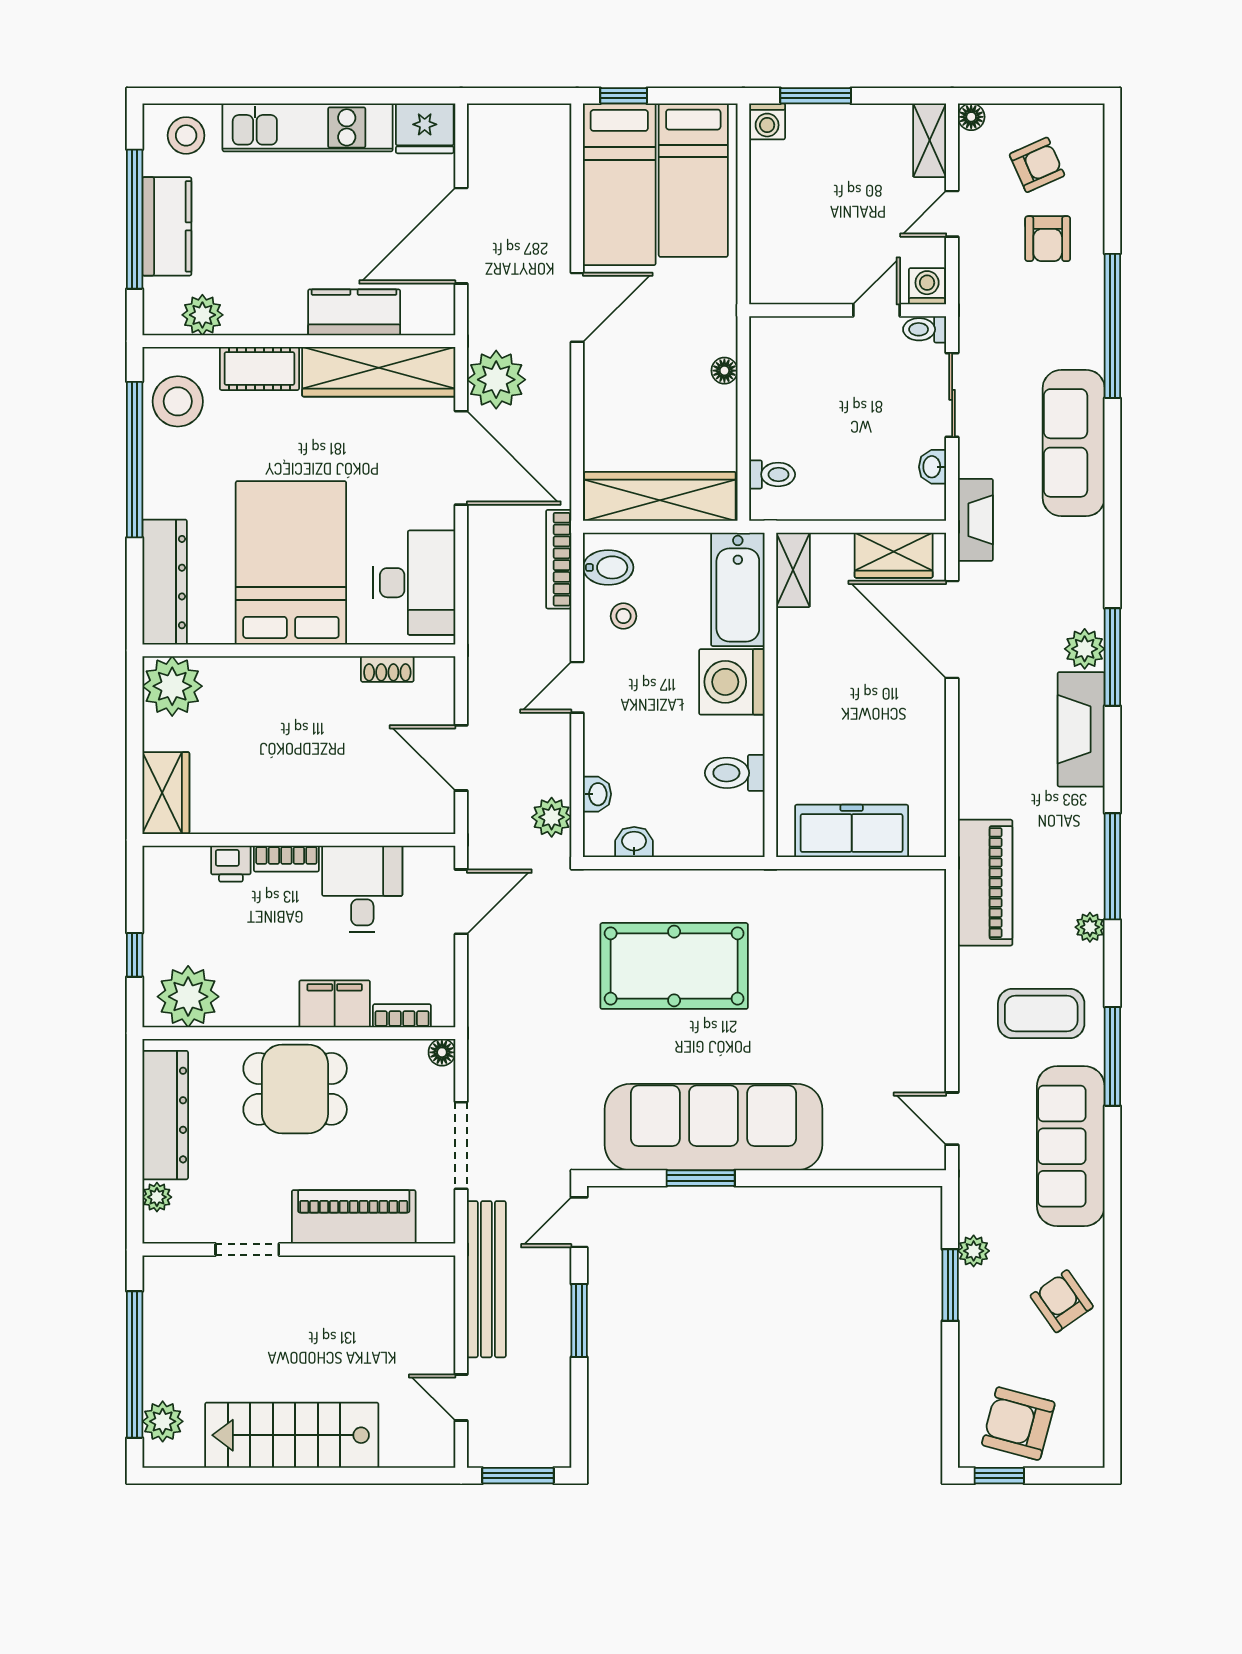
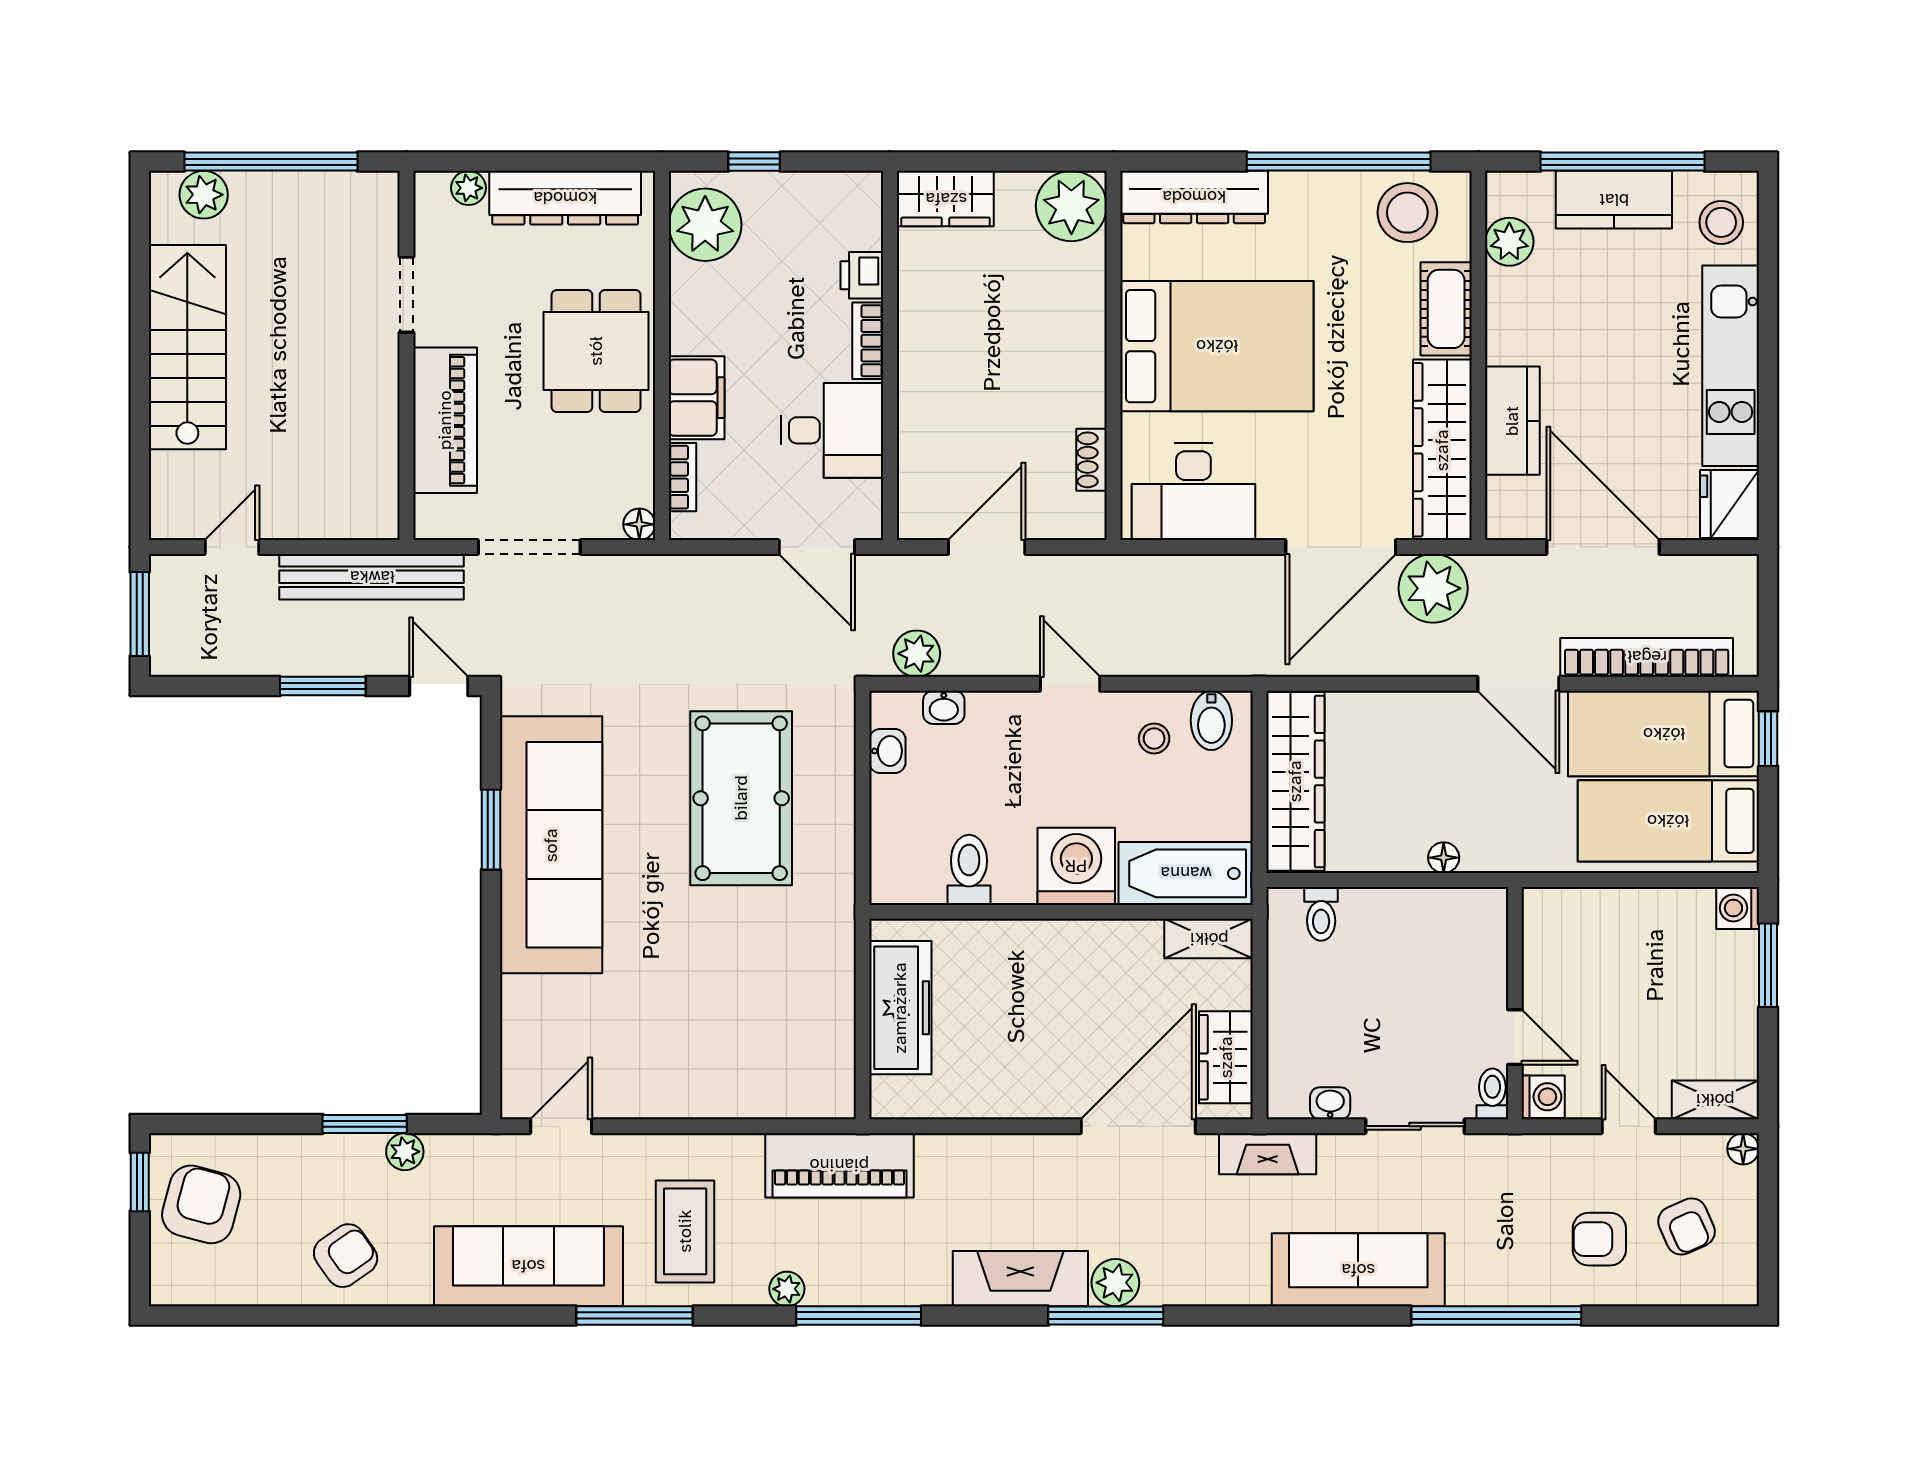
bookcase: (559, 559) -> (1647, 657), moved, width x1.48, depth x1.31

